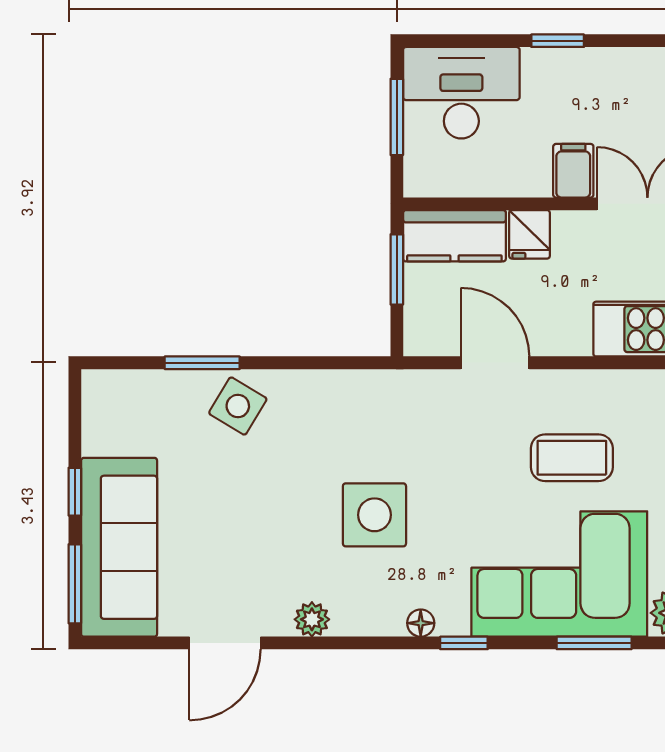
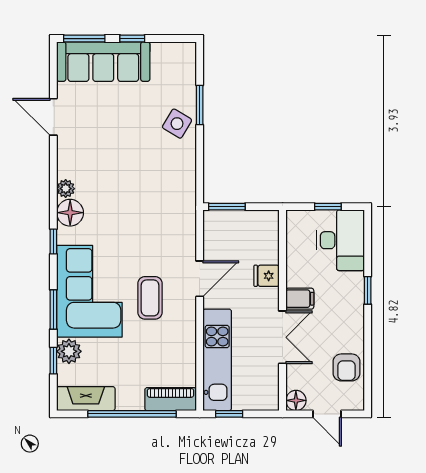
window: (397, 117) -> (328, 207), width x0.67
kitchen counter: (454, 236) -> (266, 237), removed
window: (397, 269) -> (227, 207), moved
door: (495, 363) -> (200, 279), moved
side table: (374, 515) -> (120, 195), removed
plant: (312, 619) -> (66, 189), moved
floor lamp: (421, 623) -> (70, 213), width x1.89, depth x1.89

